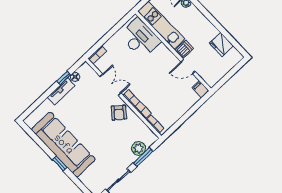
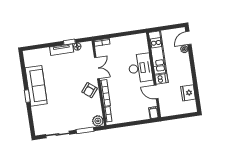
desk: (140, 38) -> (140, 68), moved
sofa: (63, 145) -> (36, 86), width x0.74, depth x0.79
plant: (139, 148) -> (98, 121), moved

